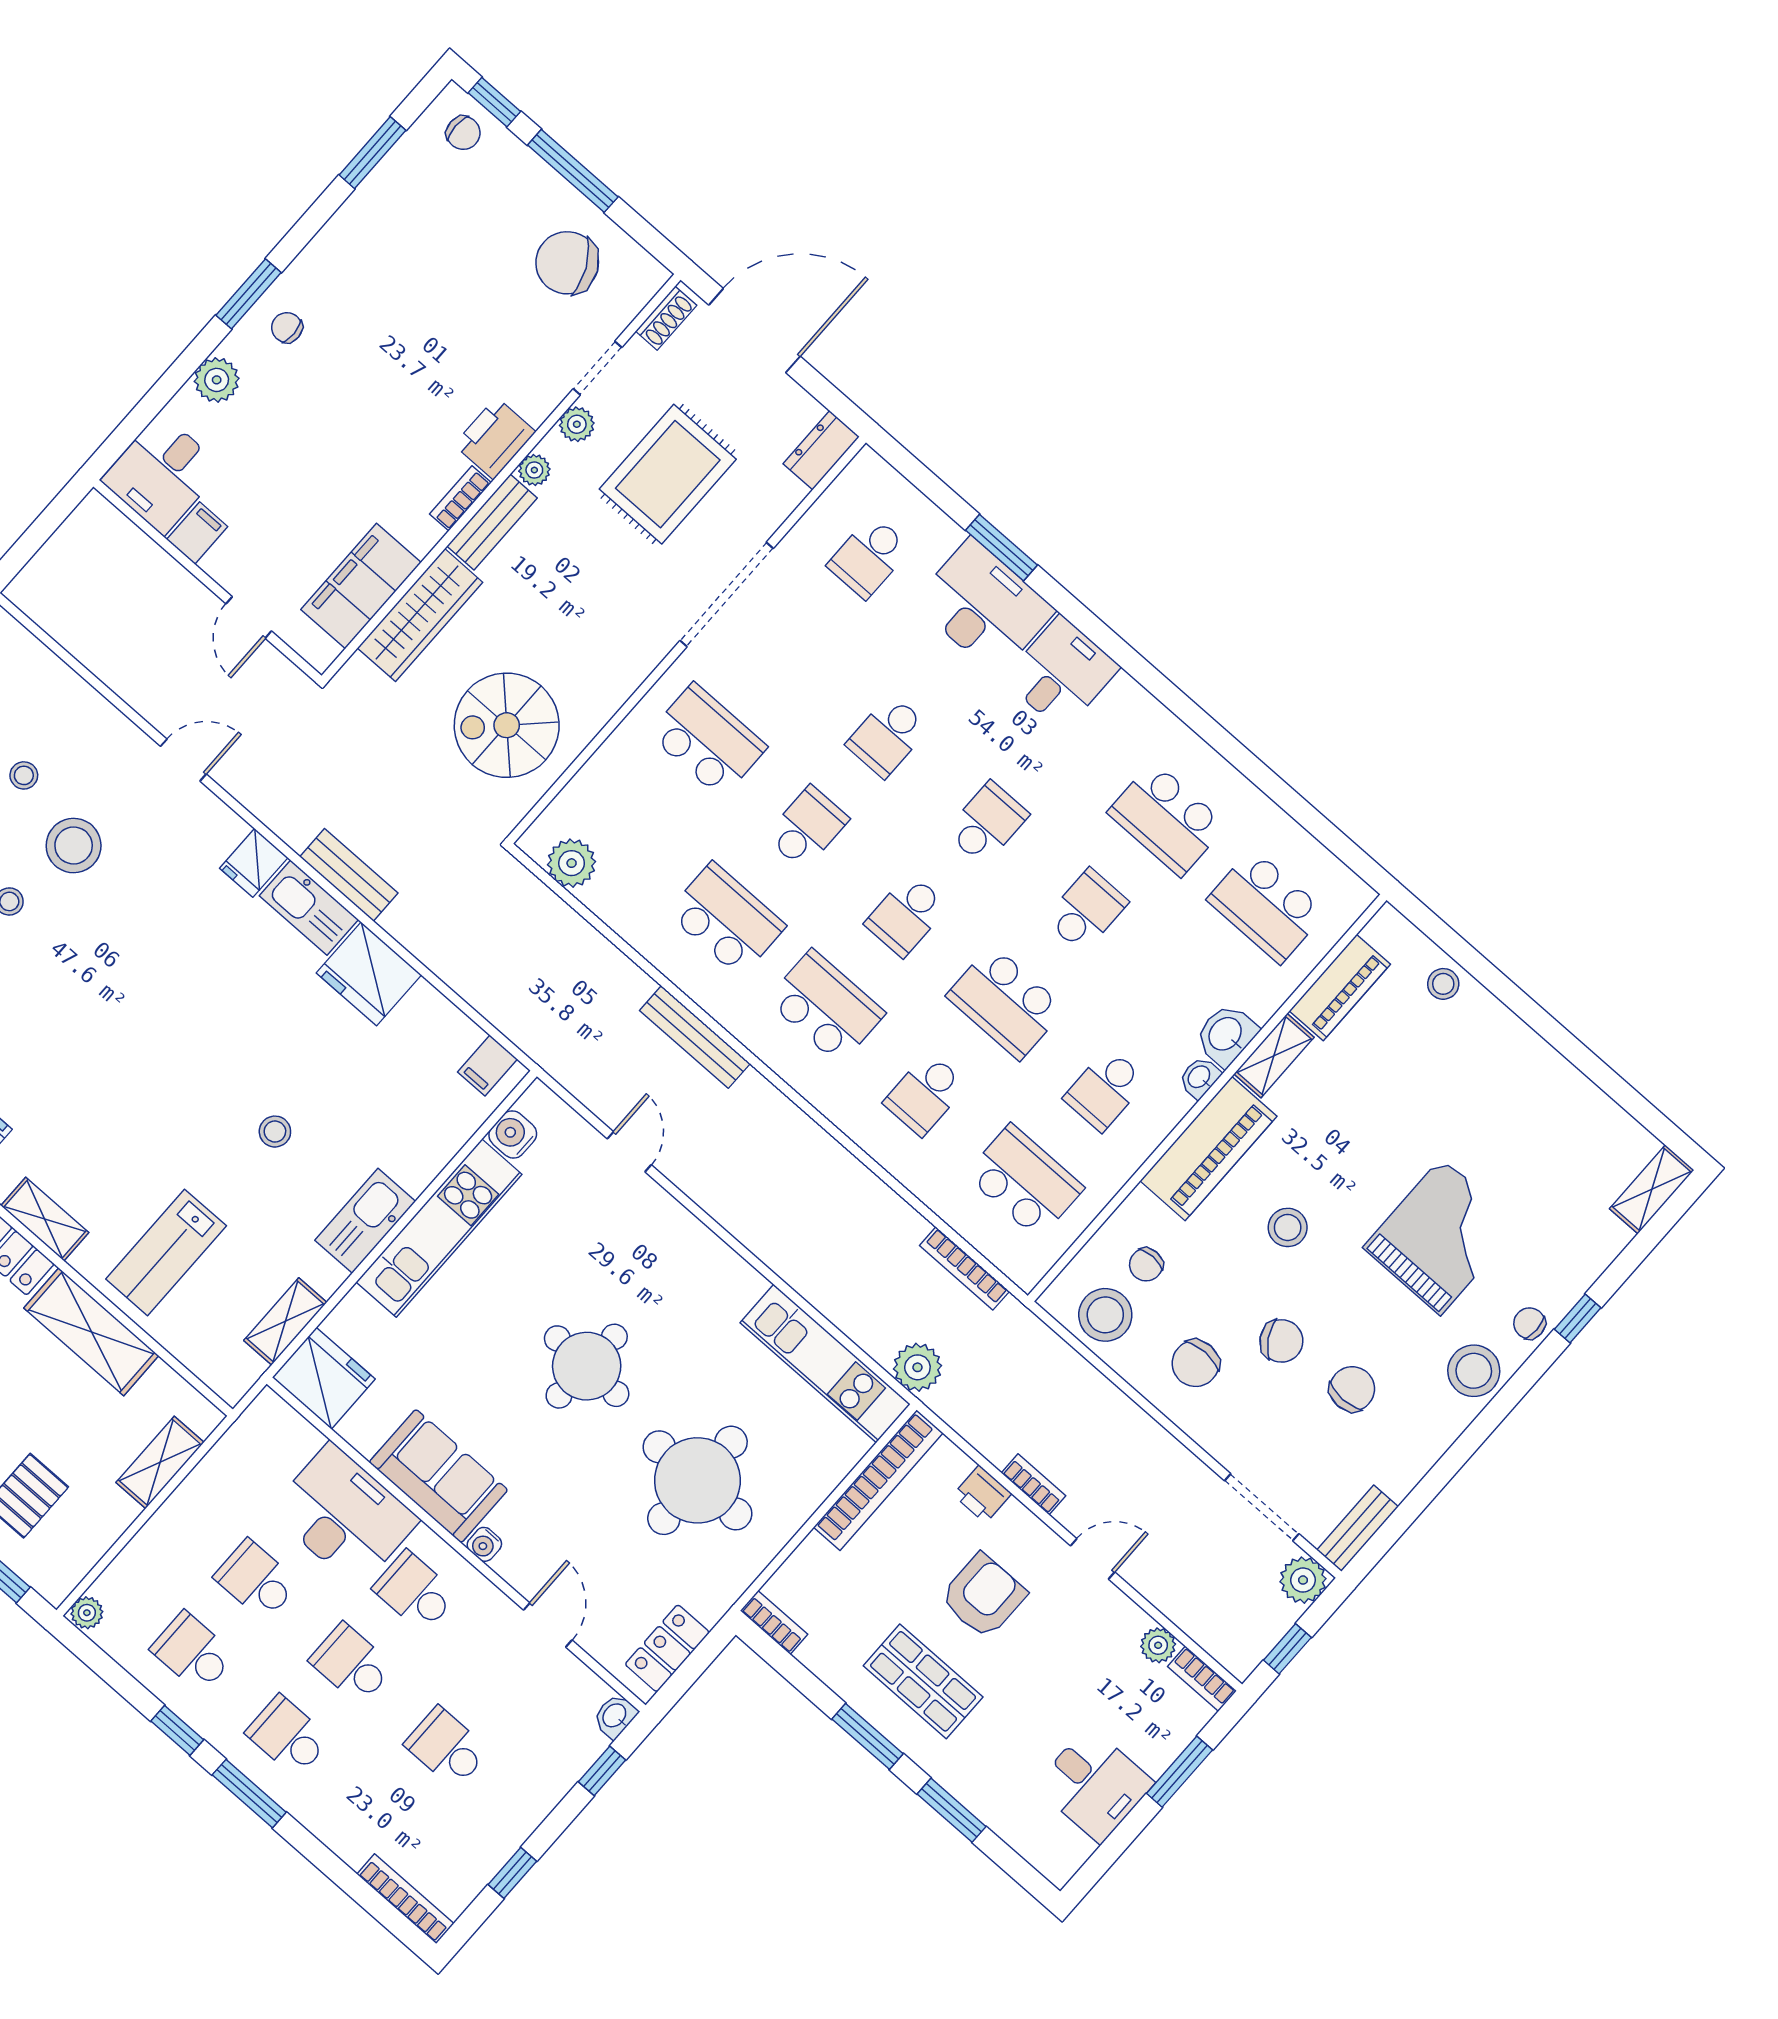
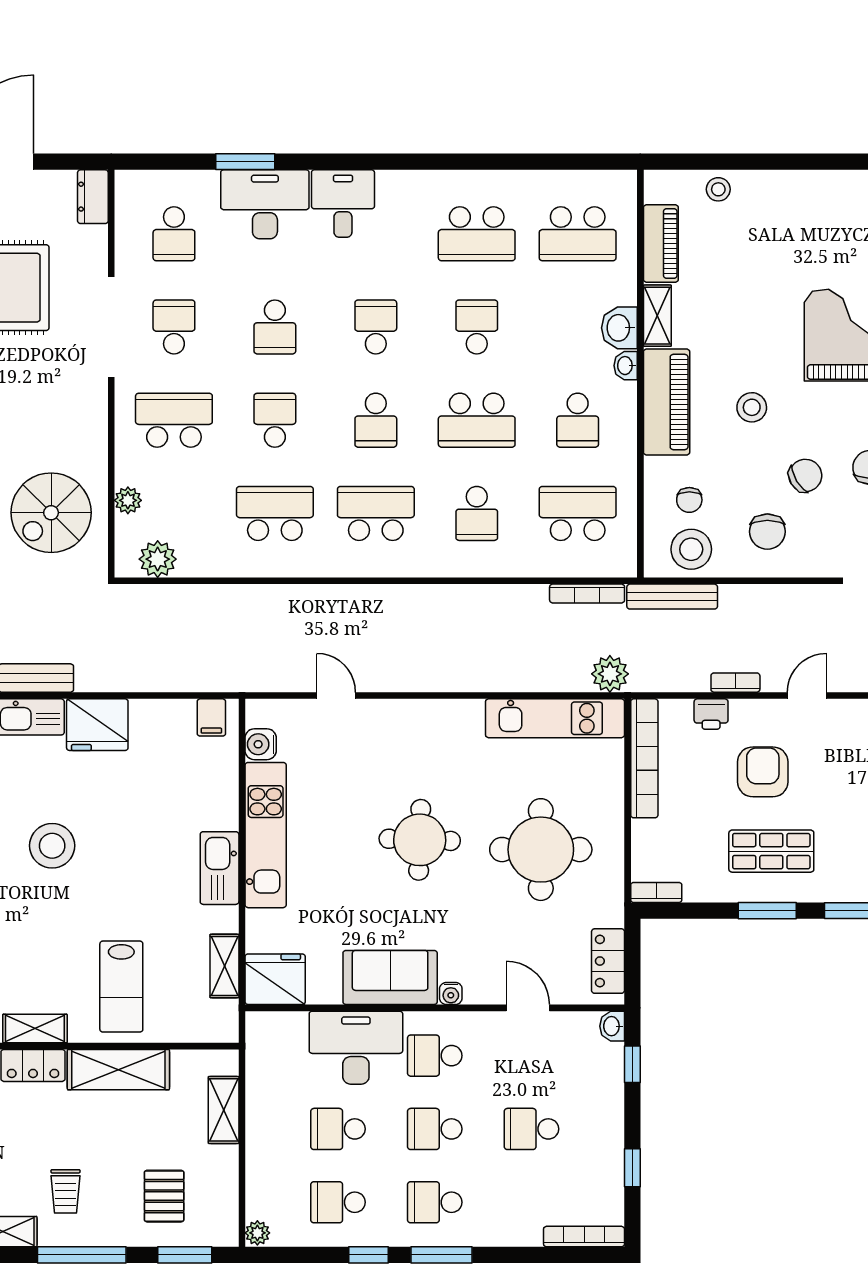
school desk: (788, 649) -> (174, 327), added
plant: (593, 780) -> (128, 500), added
bench: (695, 1037) -> (672, 597), moved
stool: (275, 1132) -> (52, 846), moved, width x1.89, depth x1.89

